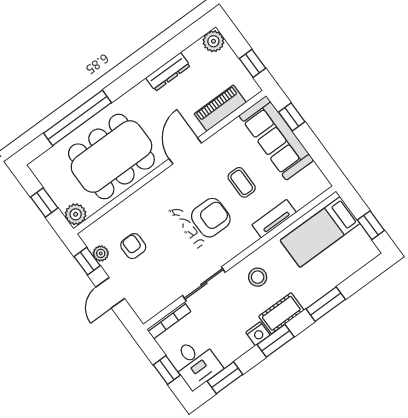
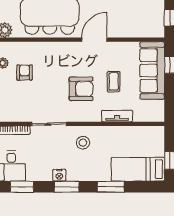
piano: (220, 108) -> (133, 30), removed
bed: (320, 232) -> (138, 169), moved
cot: (281, 313) -> (81, 173), removed

